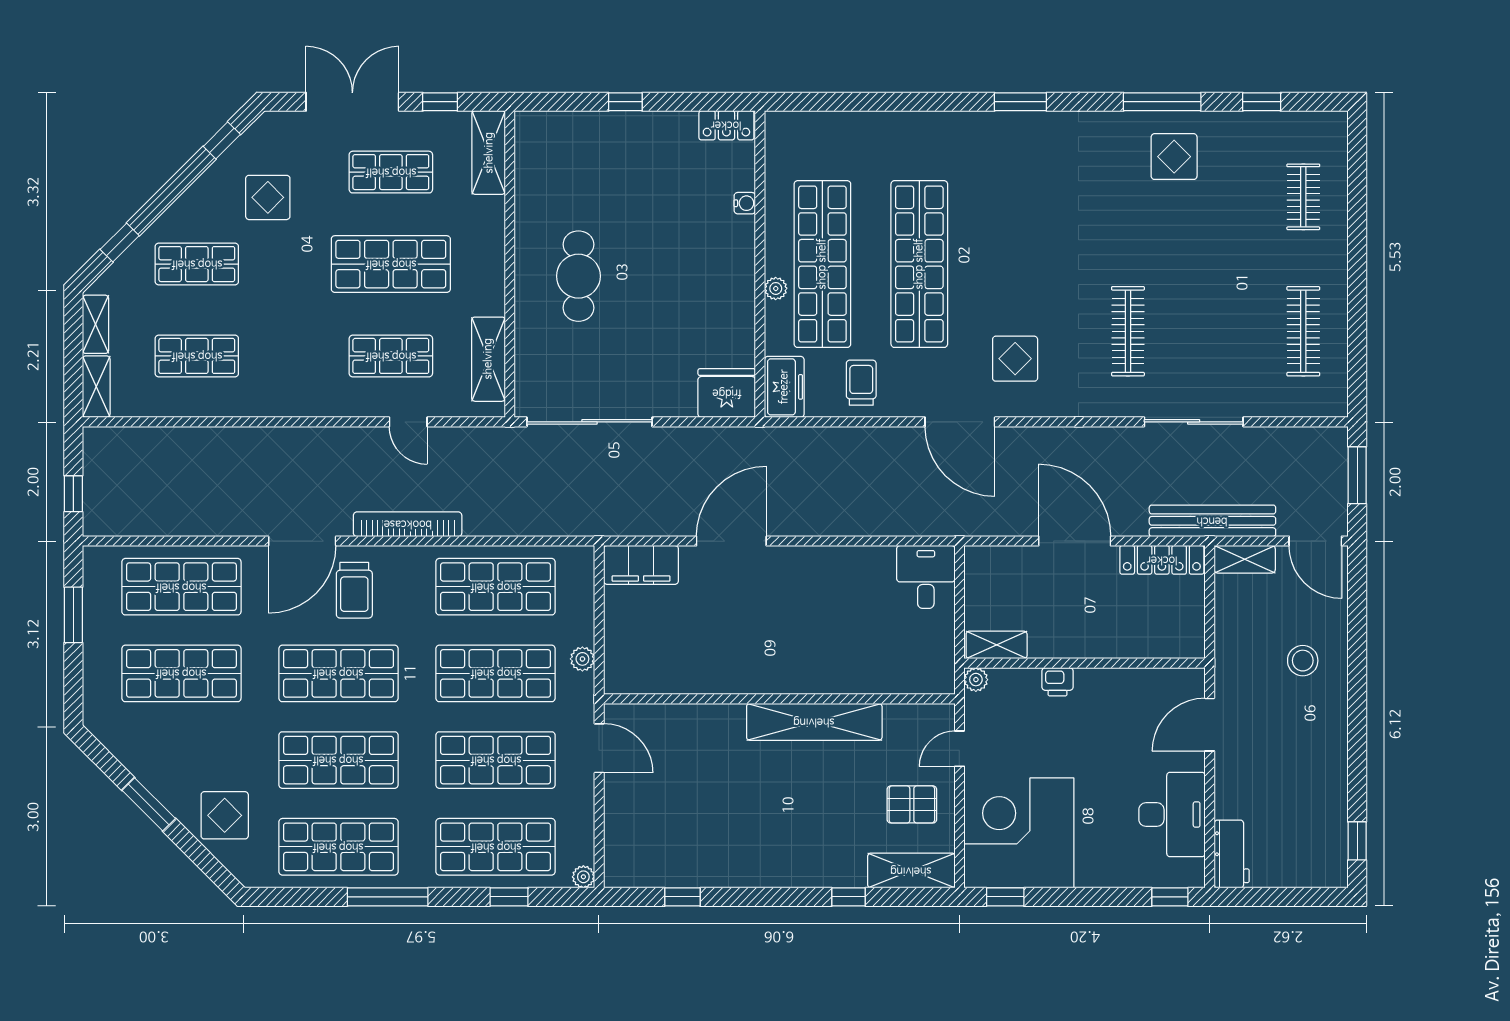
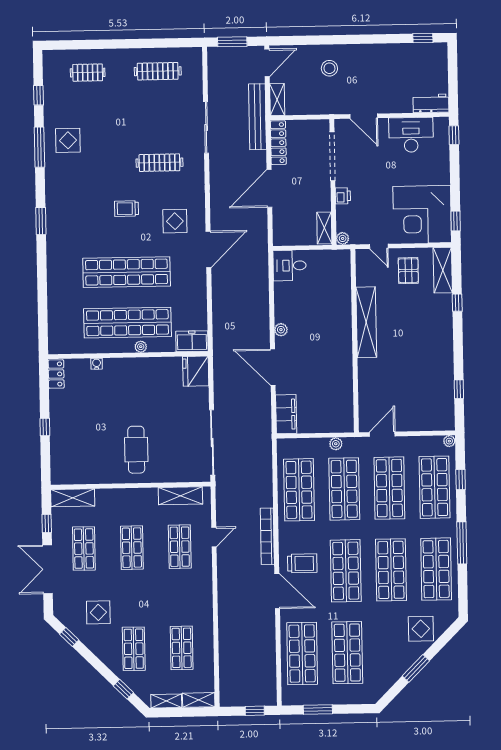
shop shelf: (391, 264) -> (132, 548), width x0.70, depth x0.74
cafe table: (578, 276) -> (136, 450), turned 90
trolley: (861, 383) -> (126, 209), moved
plant: (803, 558) -> (281, 330), added
doorway: (1134, 663) -> (332, 156), added

